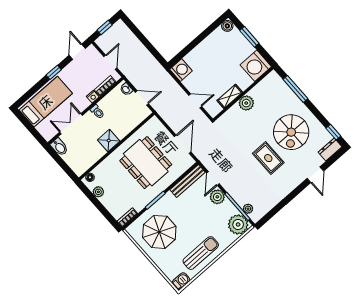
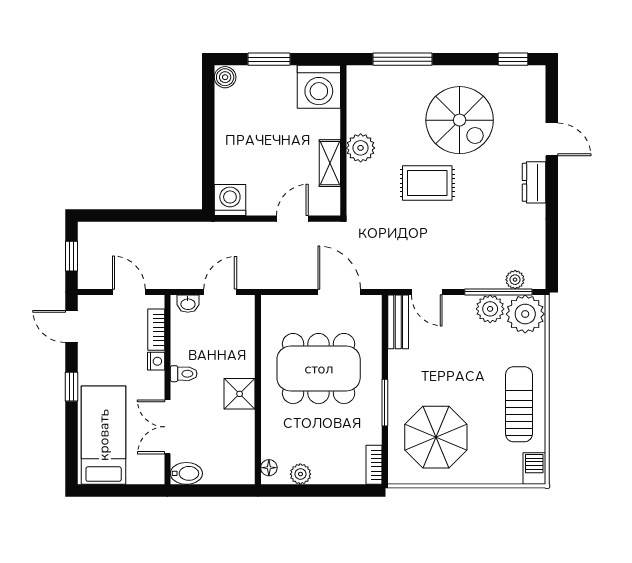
dresser: (330, 149) -> (534, 182), moved
rug: (268, 158) -> (427, 183), moved
bench: (187, 181) -> (398, 322), width x0.73
plant: (217, 197) -> (490, 309), moved

